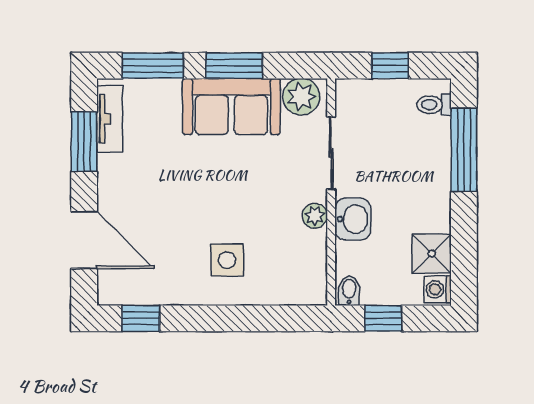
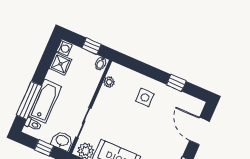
bathtub: (430, 163) -> (45, 101), added
plant: (315, 216) -> (109, 82), moved
washbasin: (353, 219) -> (62, 141), moved, turned 90
window: (141, 318) -> (176, 83), moved

